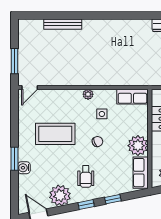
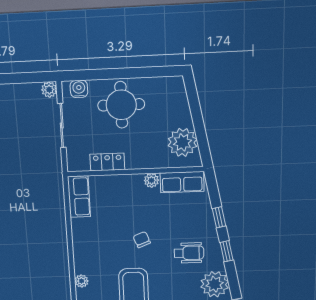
plant: (88, 94) -> (82, 281), moved
side table: (102, 114) -> (105, 235), removed
plant: (138, 146) -> (151, 180), width x0.53, depth x0.53

